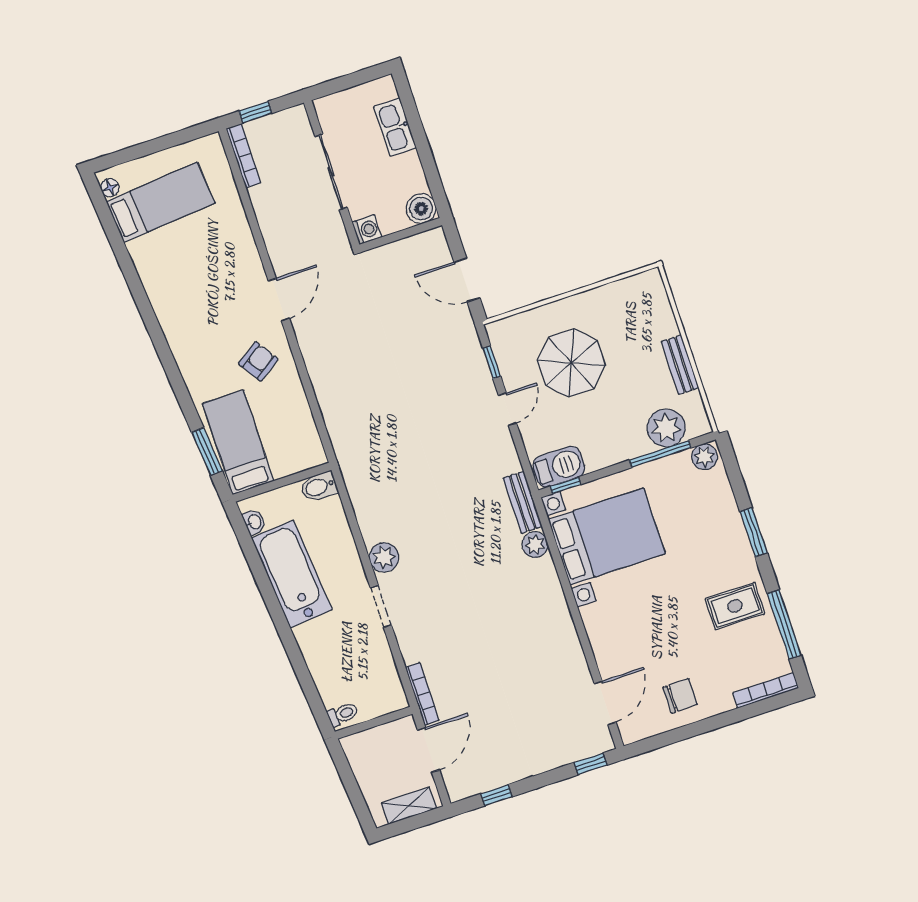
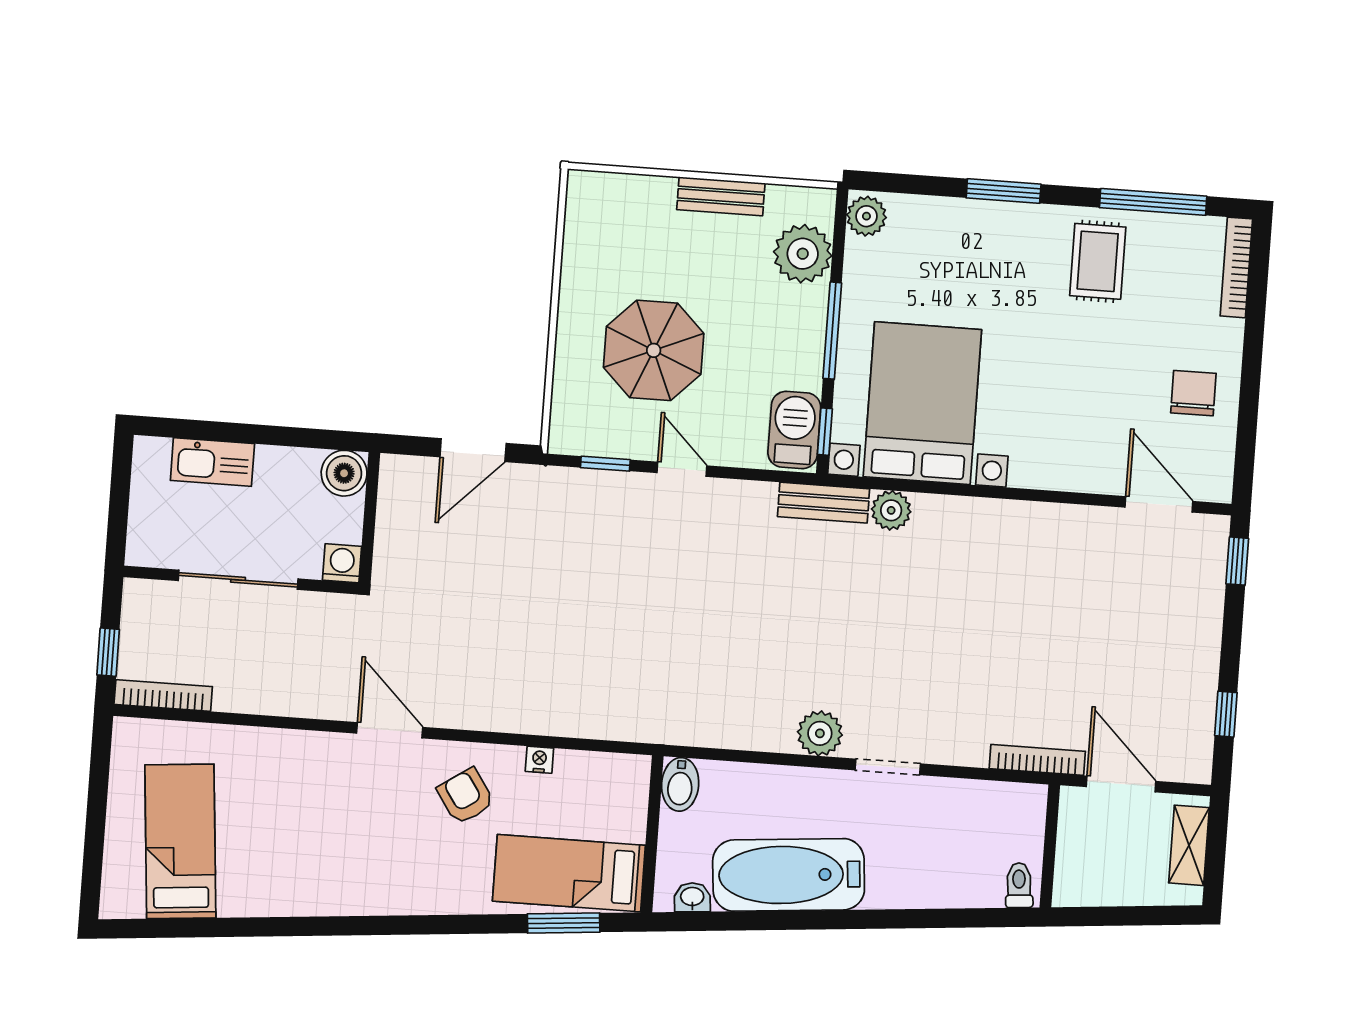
floor lamp: (110, 188) -> (129, 905), removed
nightstand: (298, 396) -> (539, 760), added
window: (660, 454) -> (832, 331), moved

